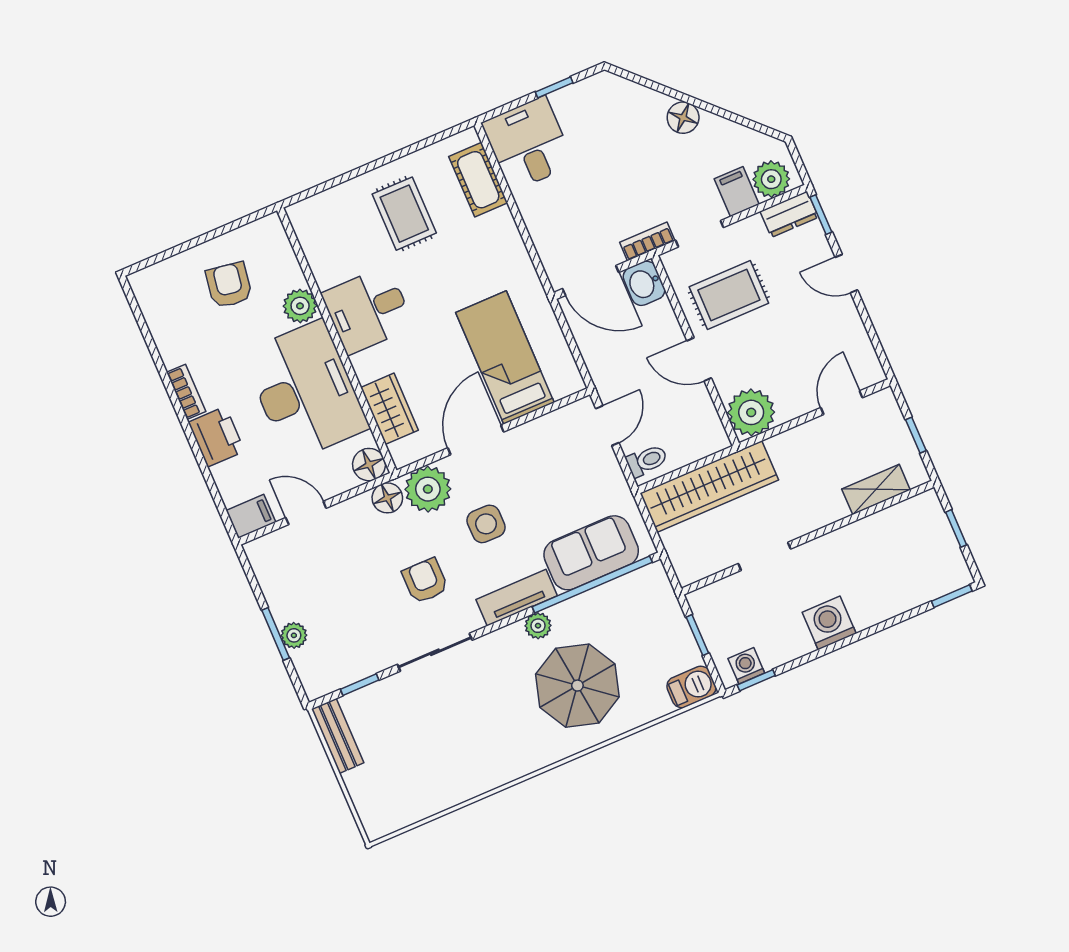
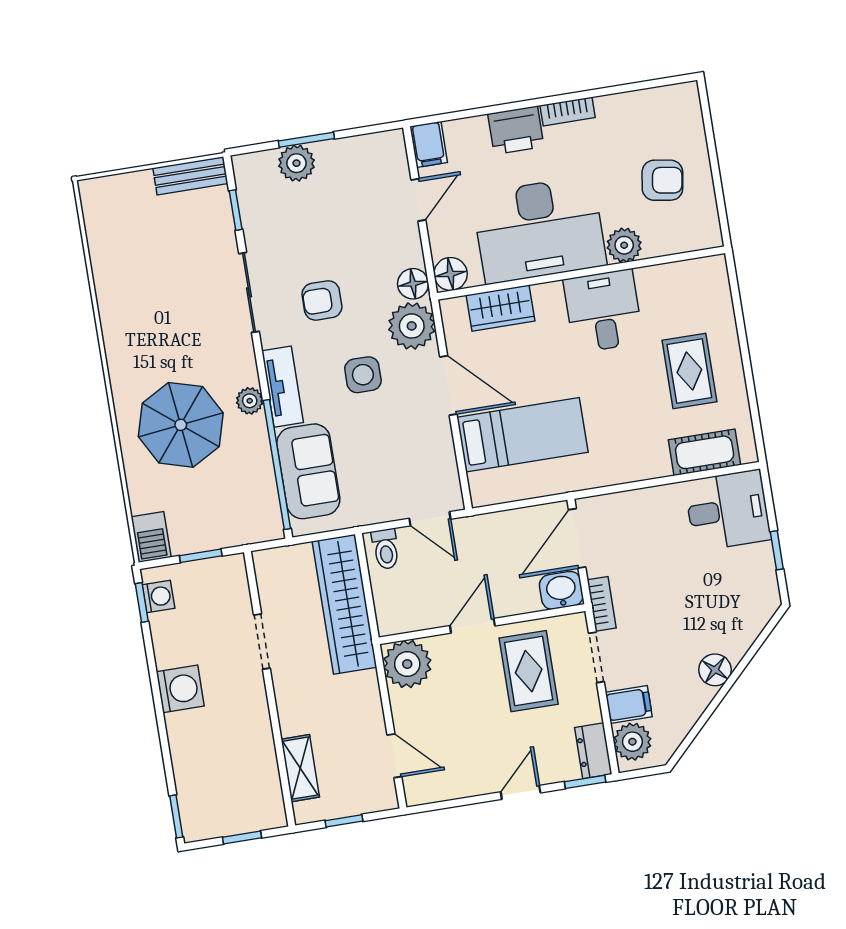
rug: (404, 214) -> (689, 371), turned 90
armchair: (425, 581) -> (322, 300), turned 180
plant: (294, 635) -> (296, 163), width x1.38, depth x1.38

